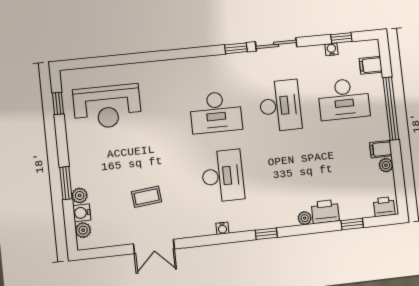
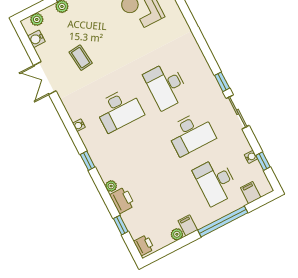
water cooler: (82, 213) -> (36, 39), moved, turned -90

